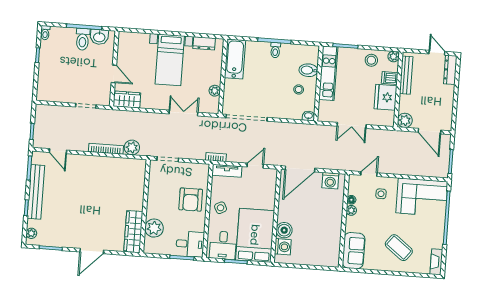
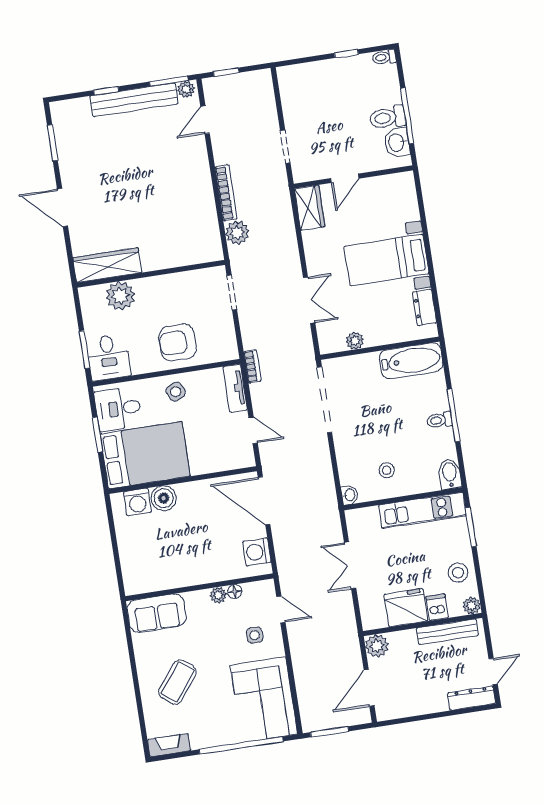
bidet: (308, 70) -> (450, 474), moved
plant: (31, 233) -> (186, 89), moved

